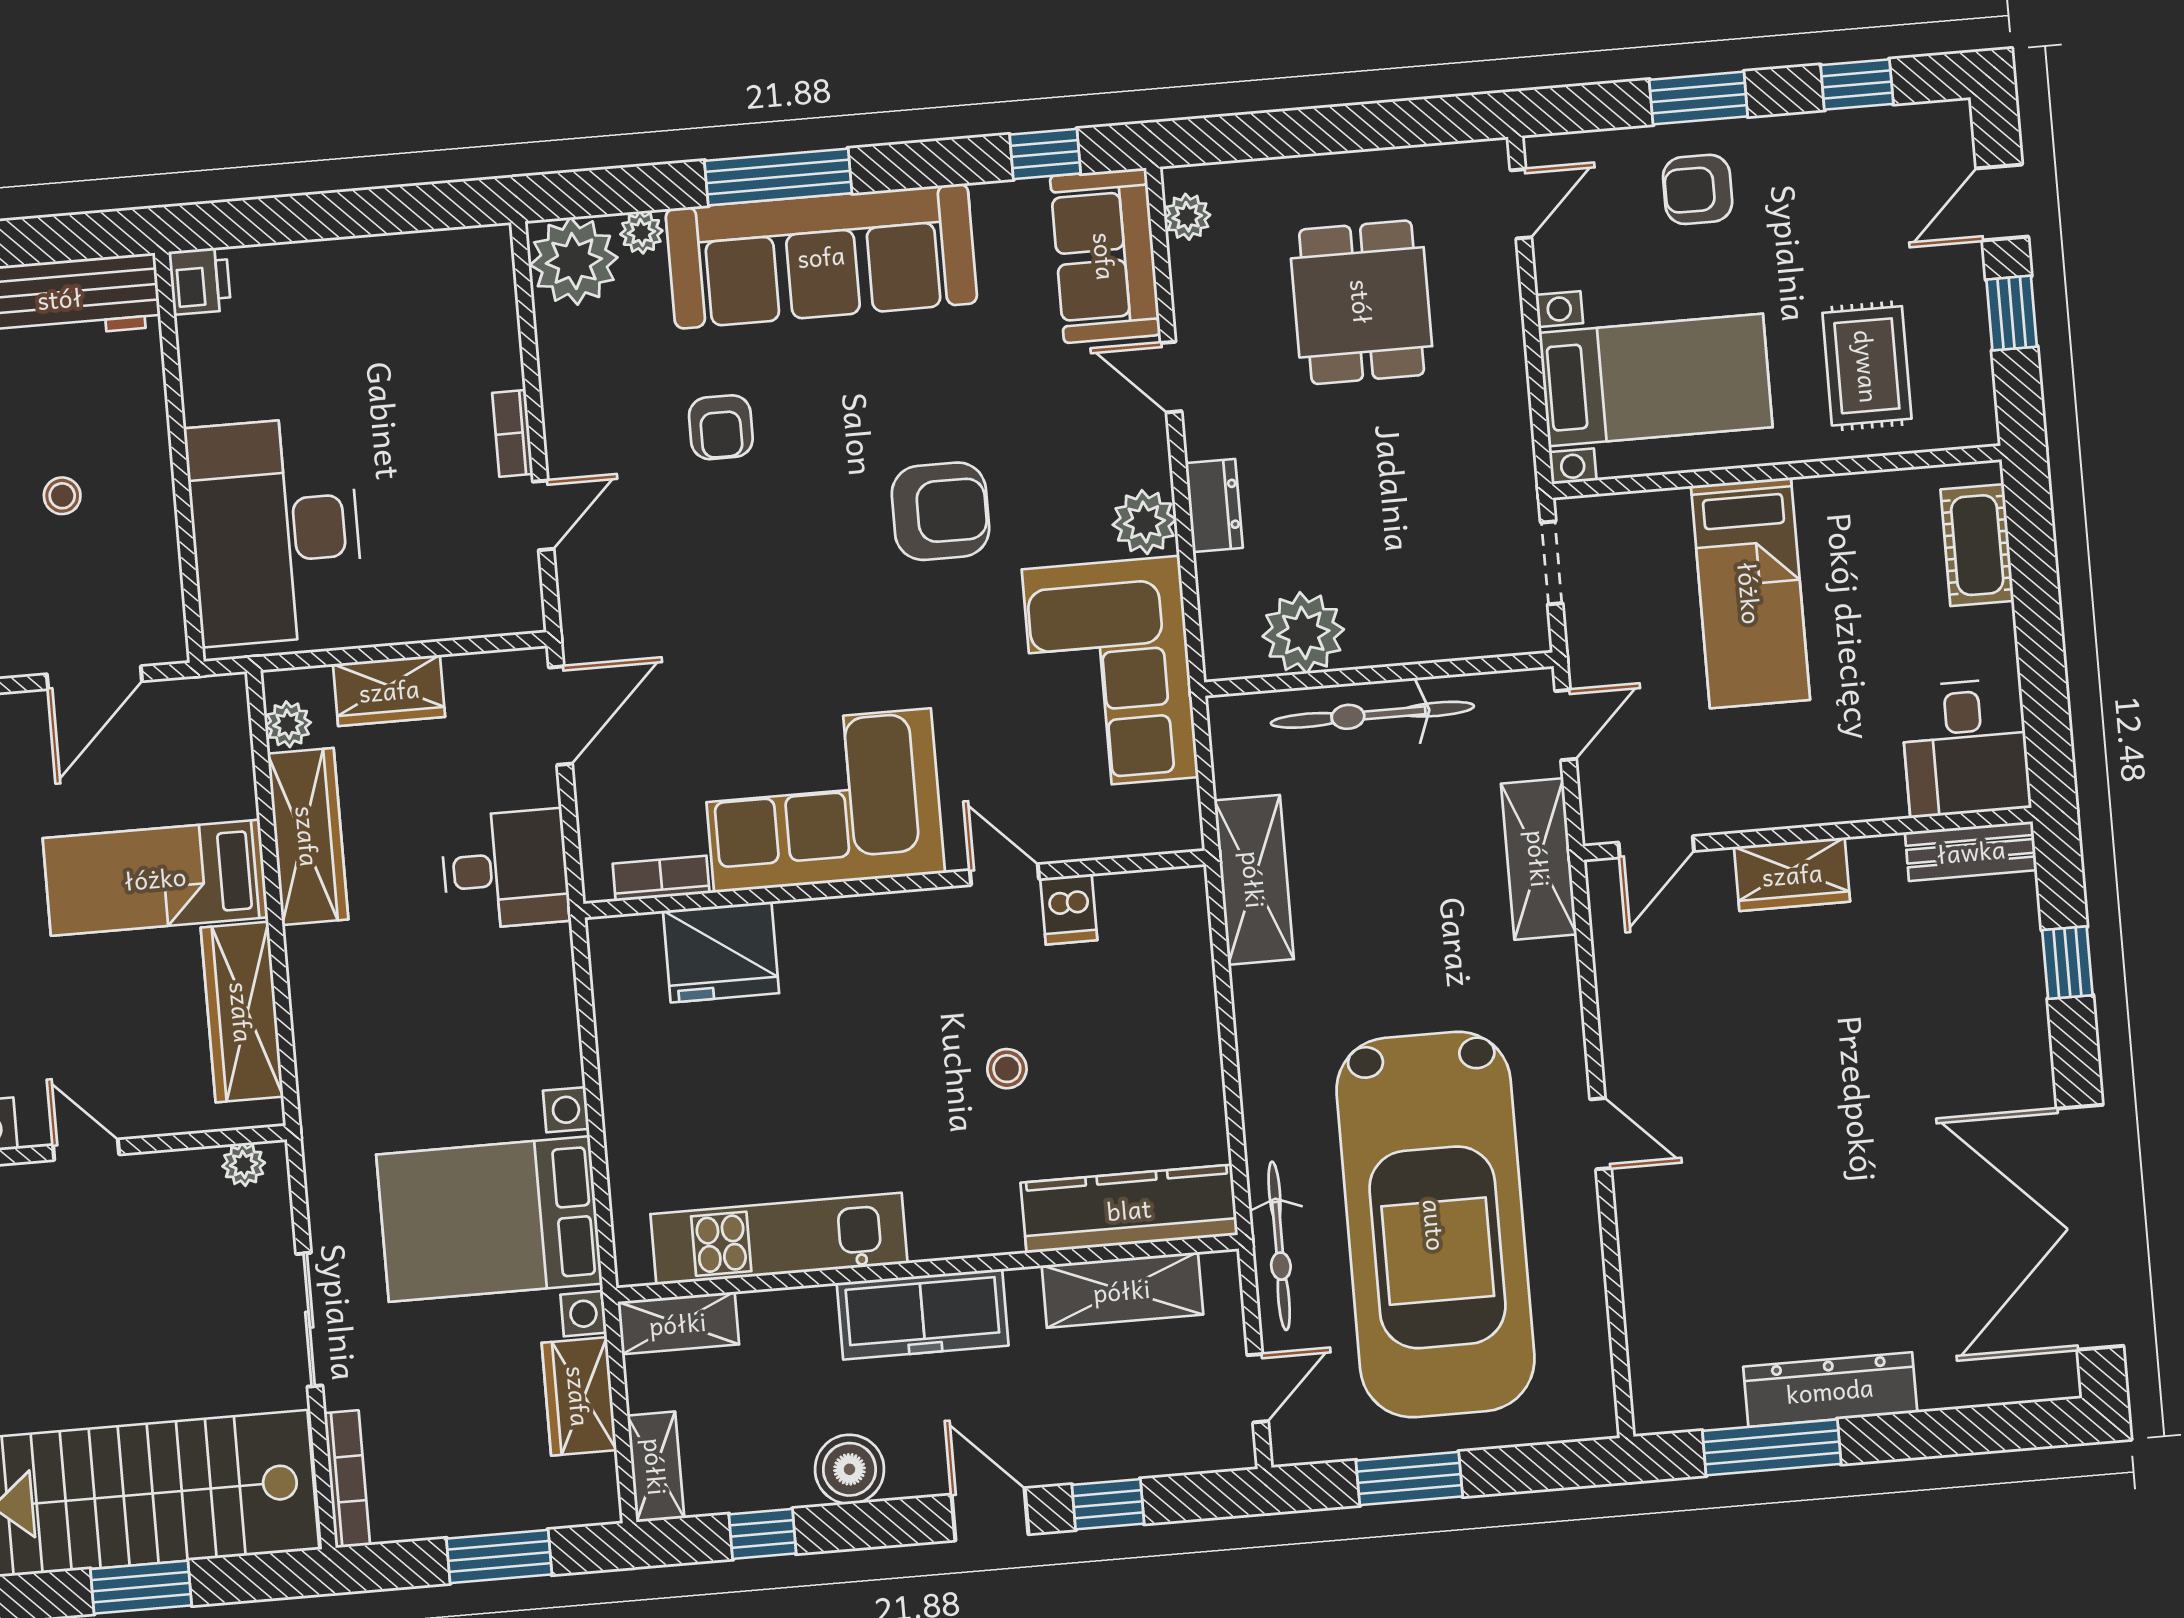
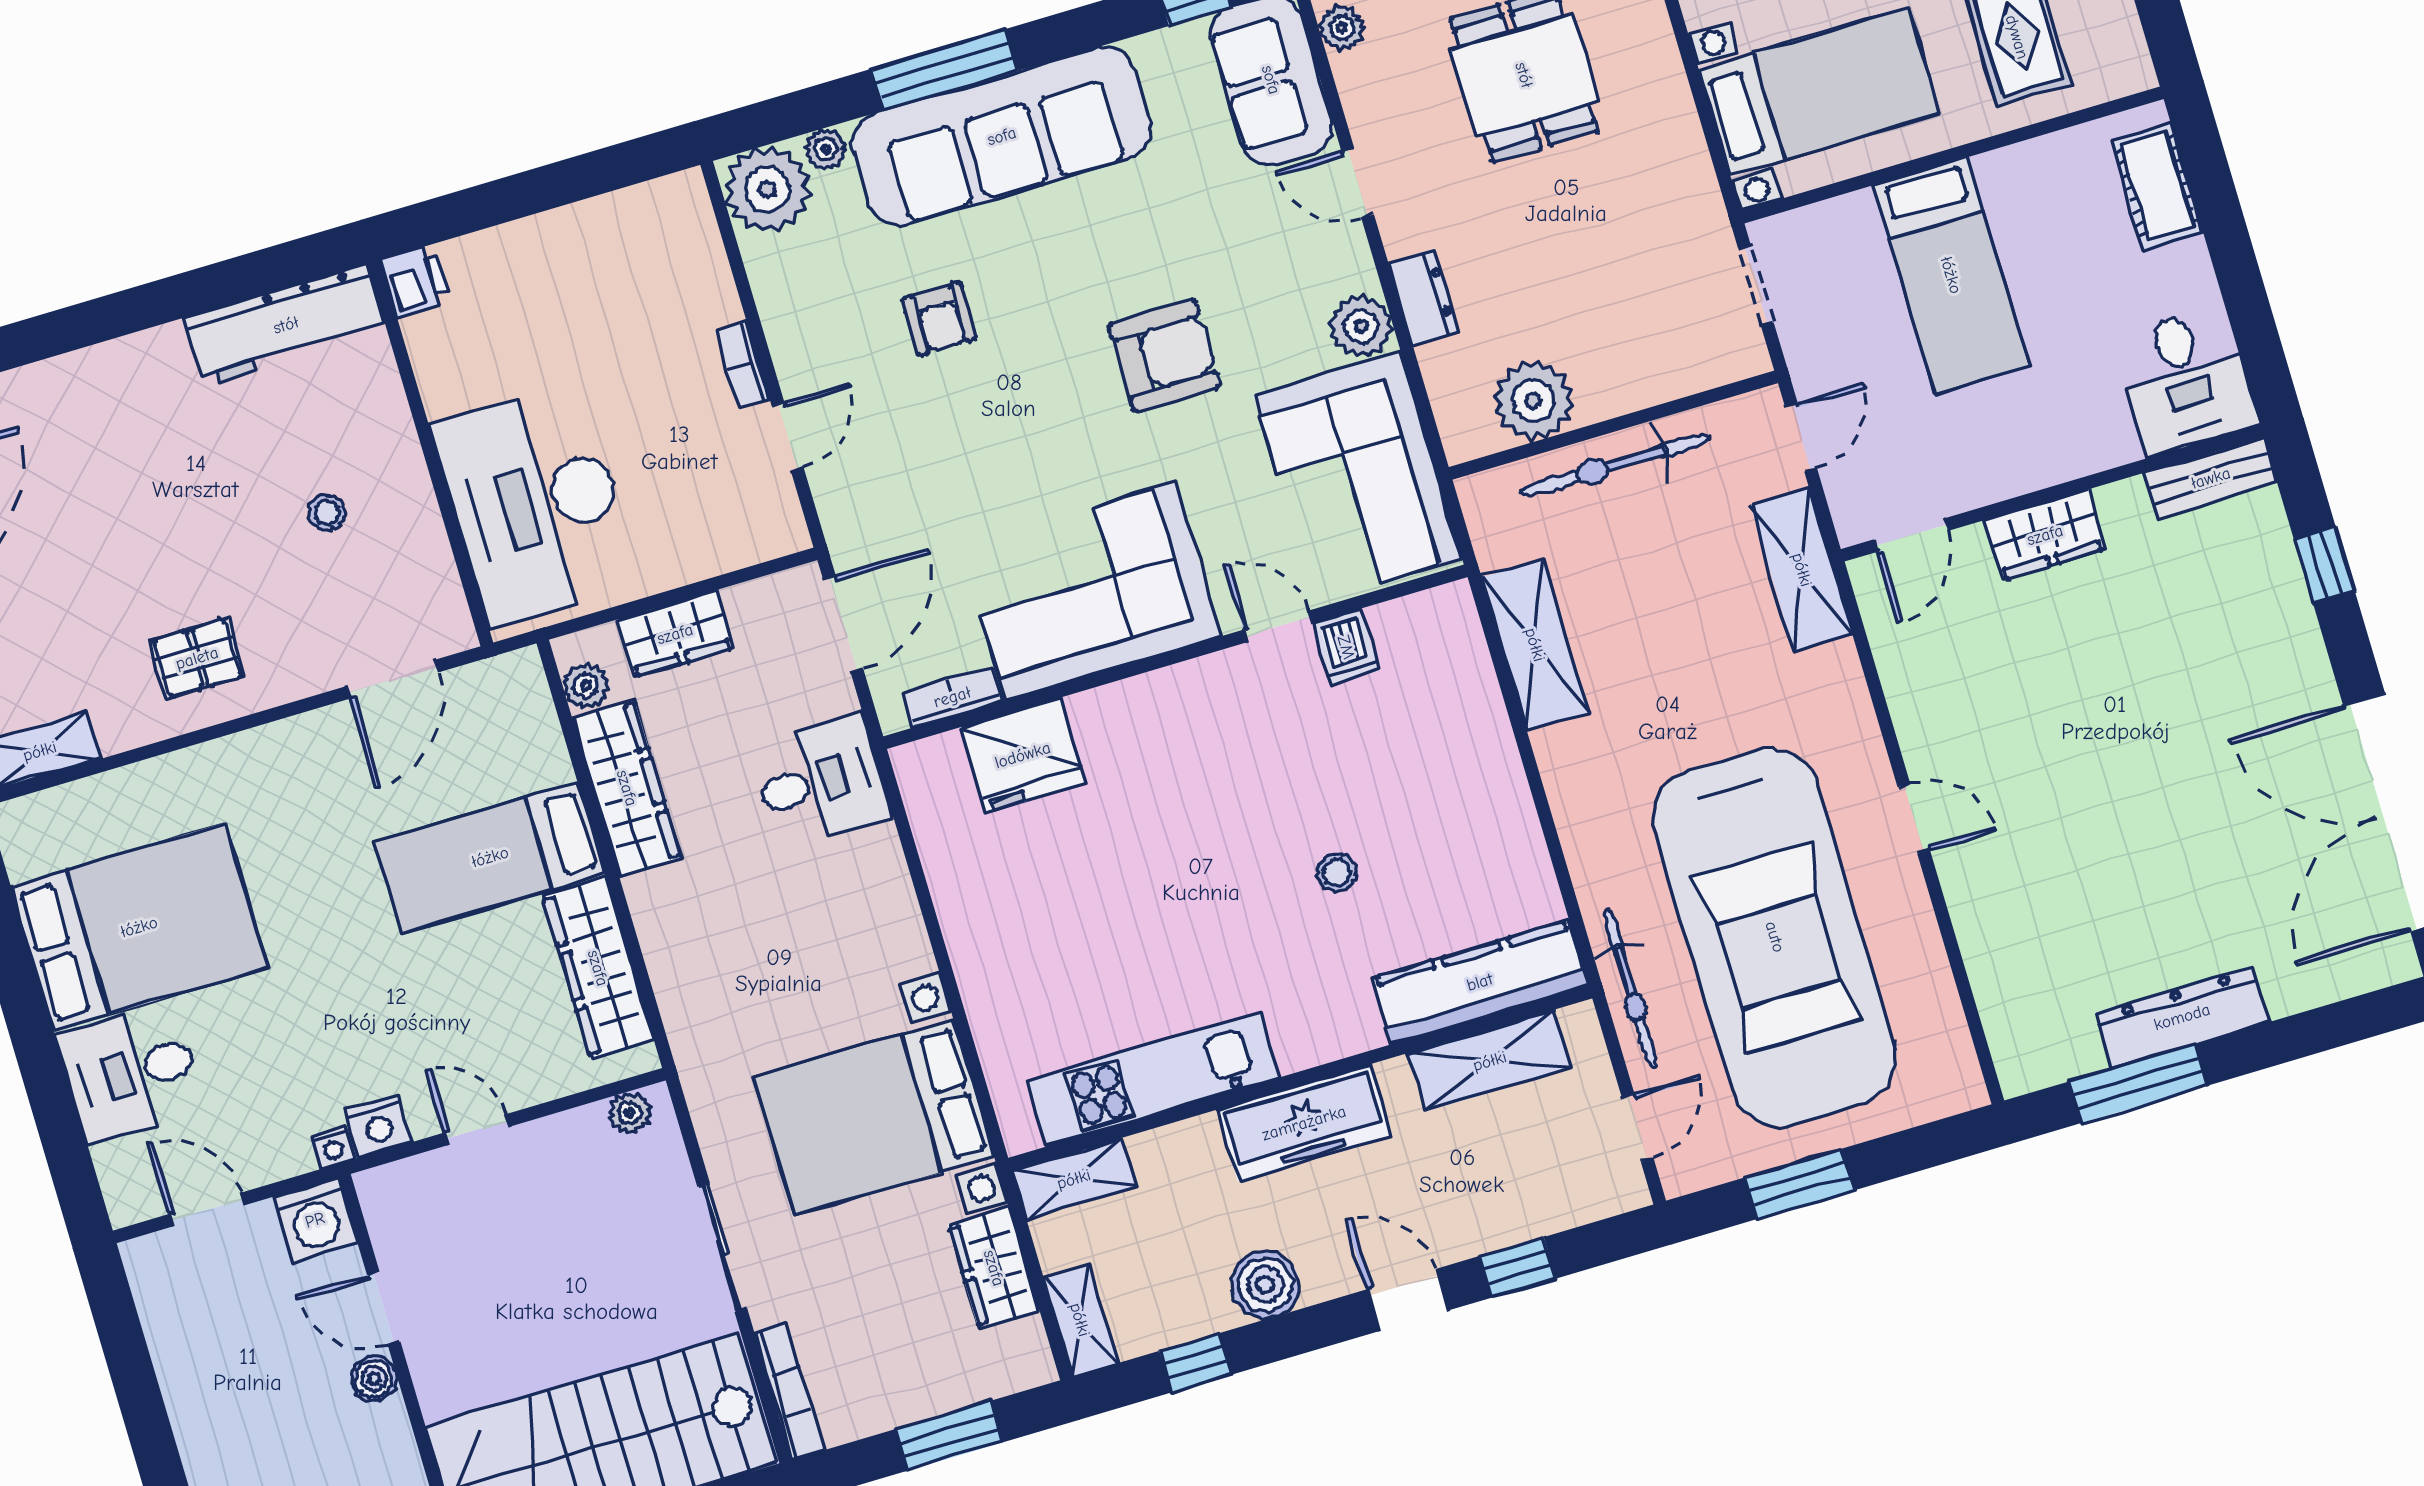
corner sofa: (823, 800) -> (1090, 591), moved
door: (1004, 875) -> (1278, 626), moved
bookcase: (661, 878) -> (952, 697), moved
wall: (895, 884) -> (1175, 657), moved
dishwasher: (1069, 909) -> (1346, 647), moved
fridge: (721, 952) -> (1023, 755), moved

